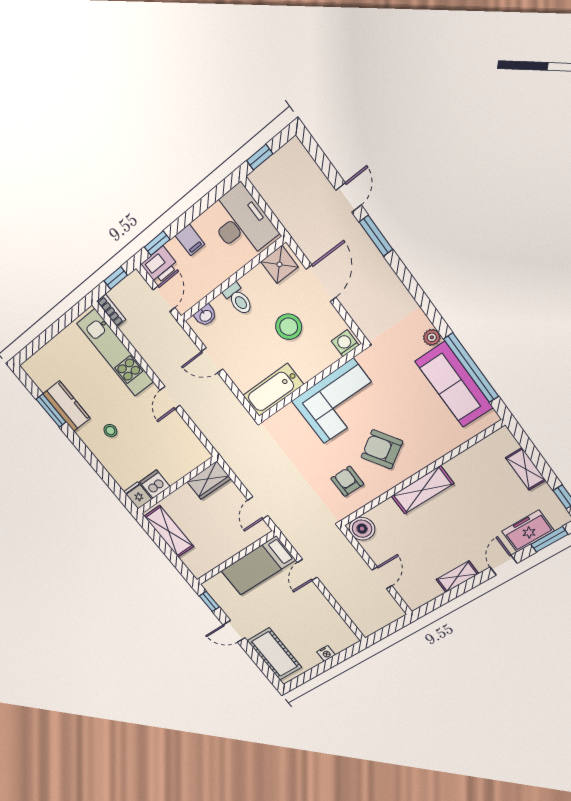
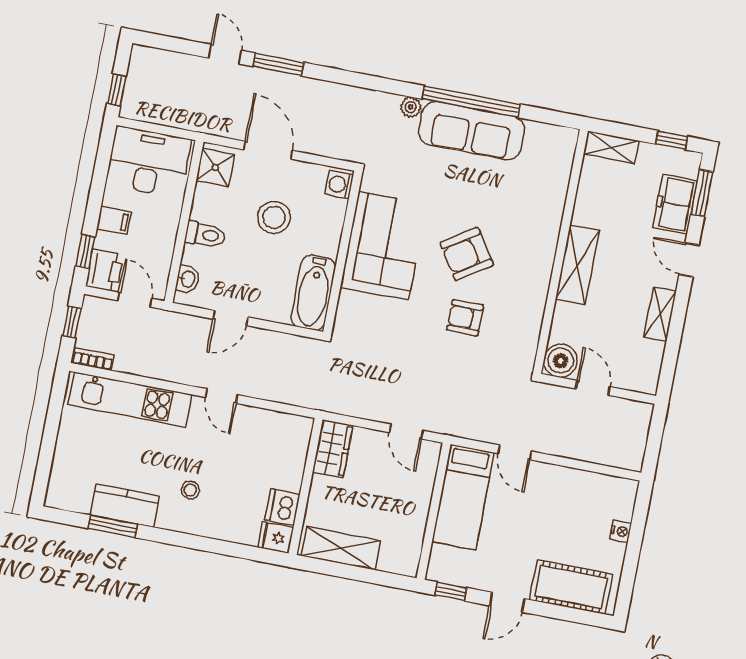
wall: (420, 474) -> (561, 252), moved
shelving: (422, 490) -> (577, 265), moved
boiler: (362, 529) -> (561, 361), moved

